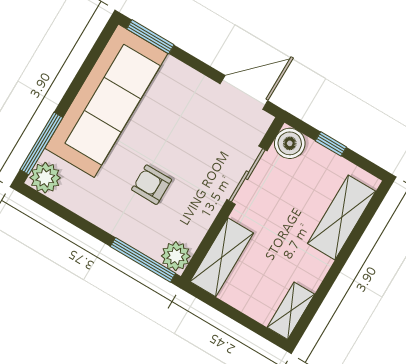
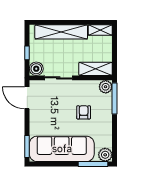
armchair: (152, 185) -> (84, 112), turned 180
shelving: (342, 217) -> (61, 32), width x1.47

